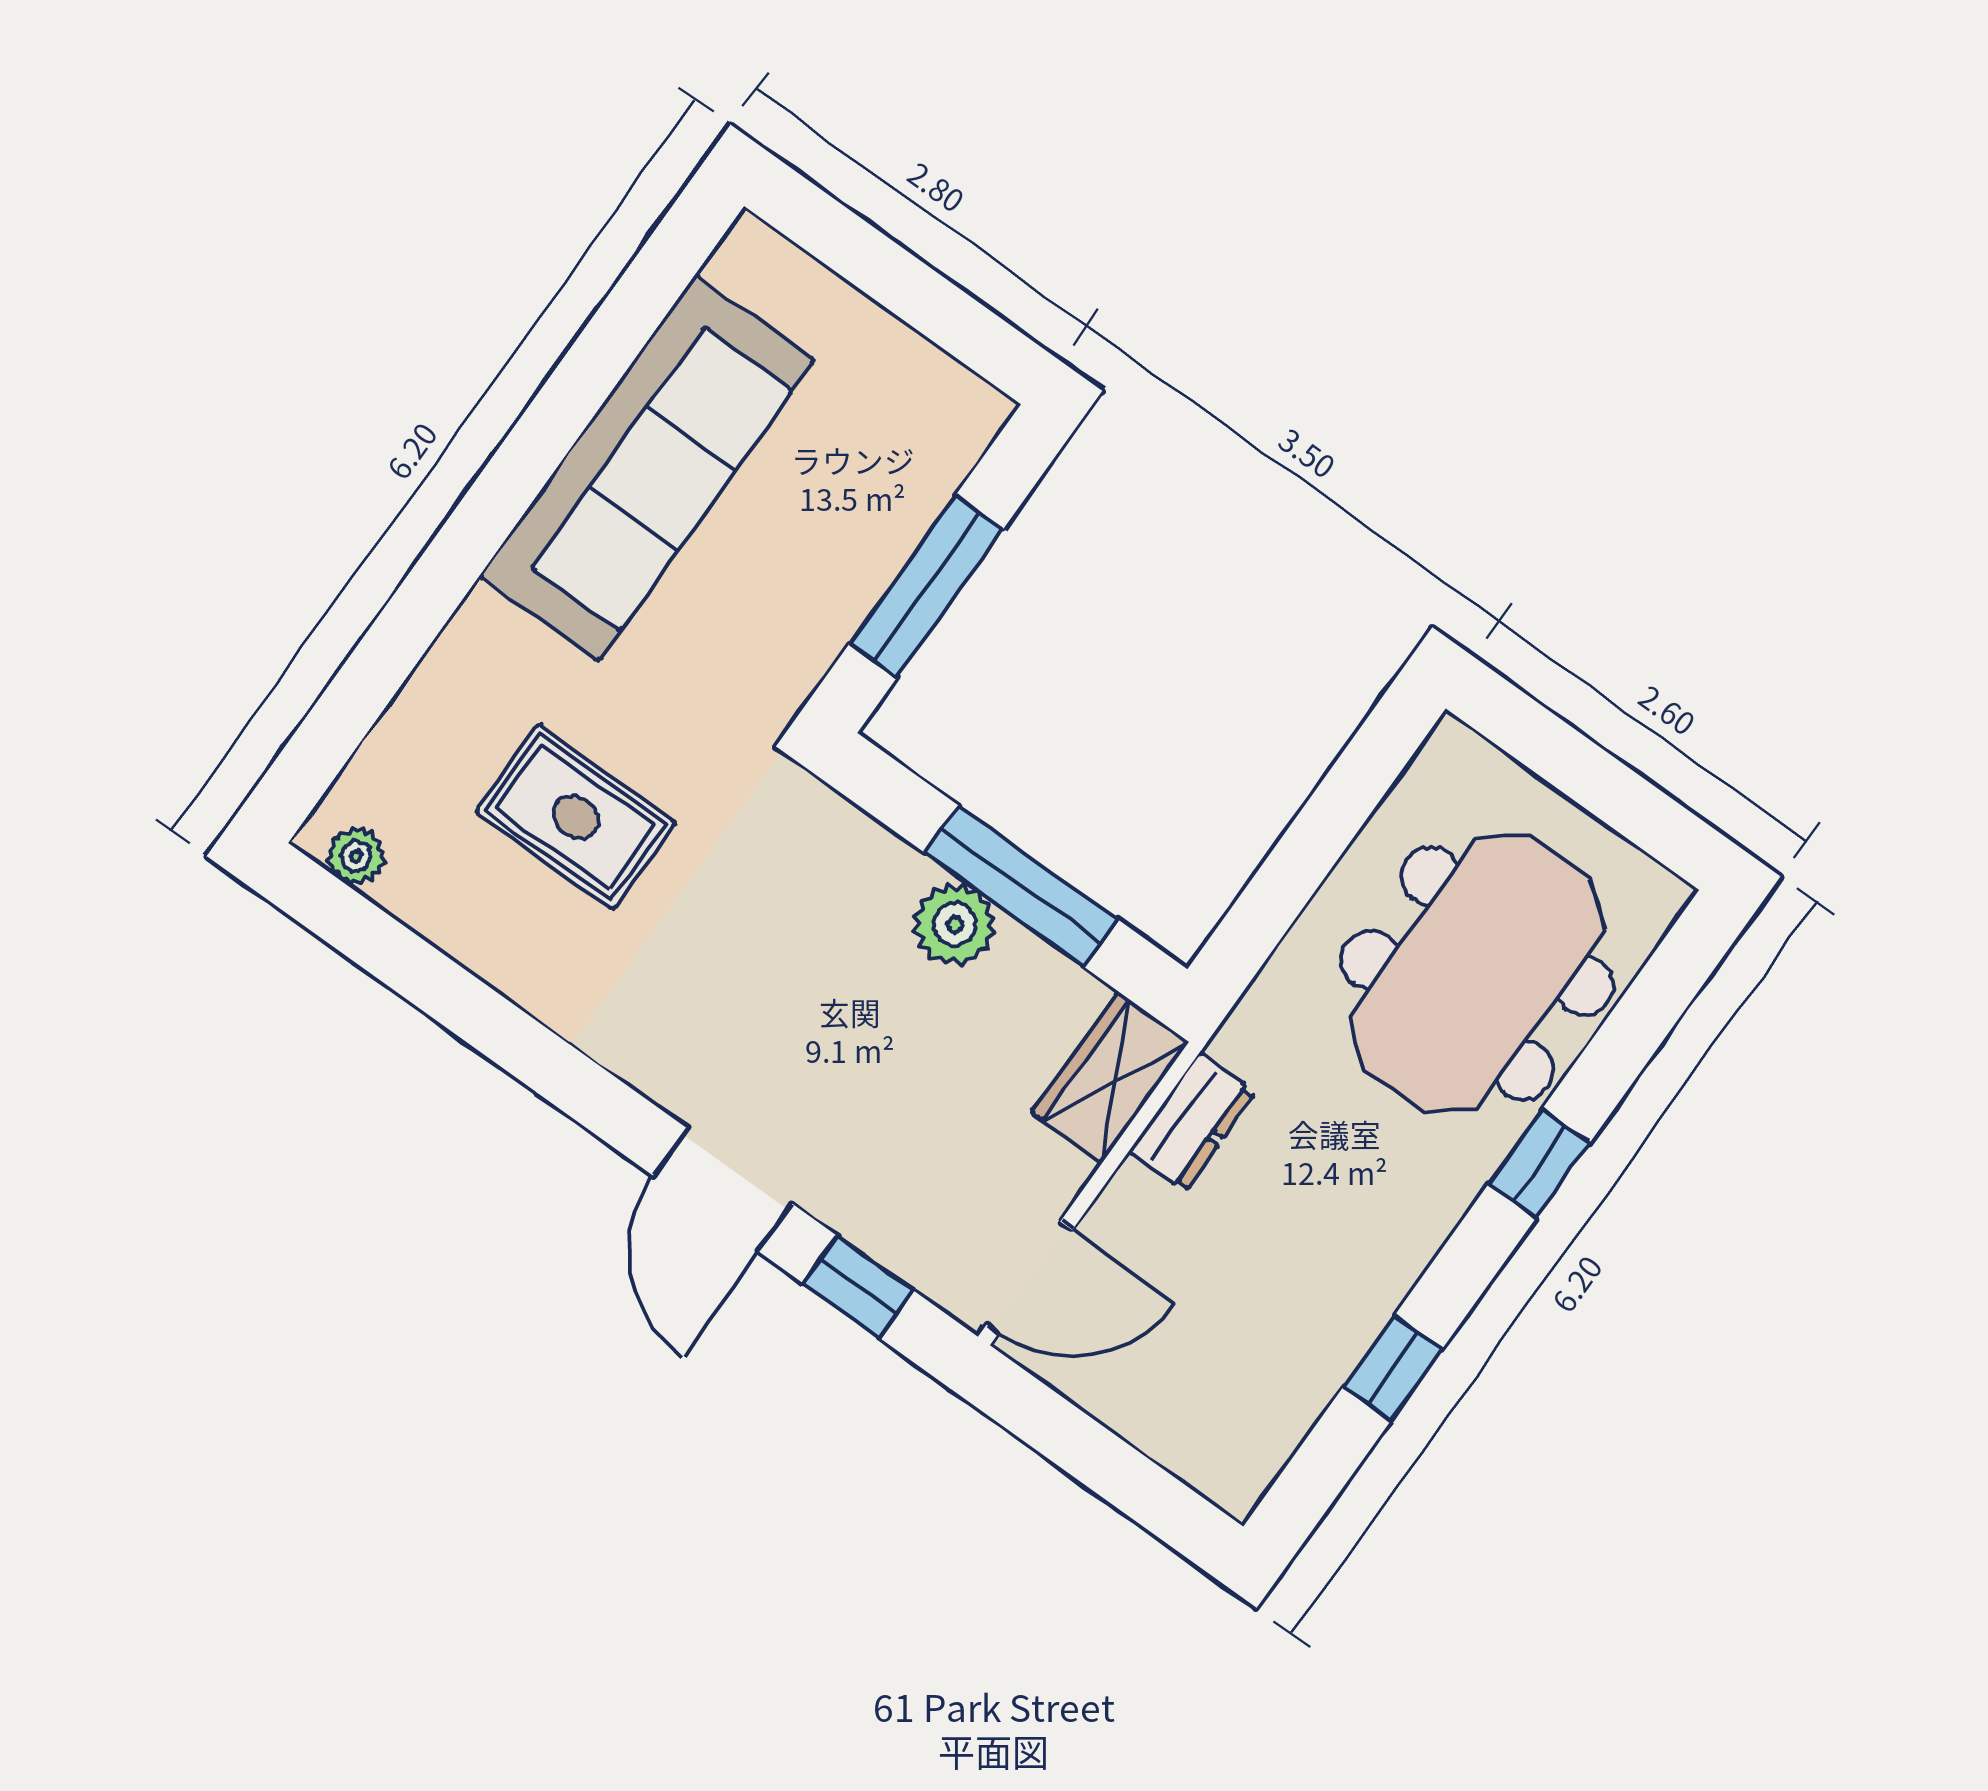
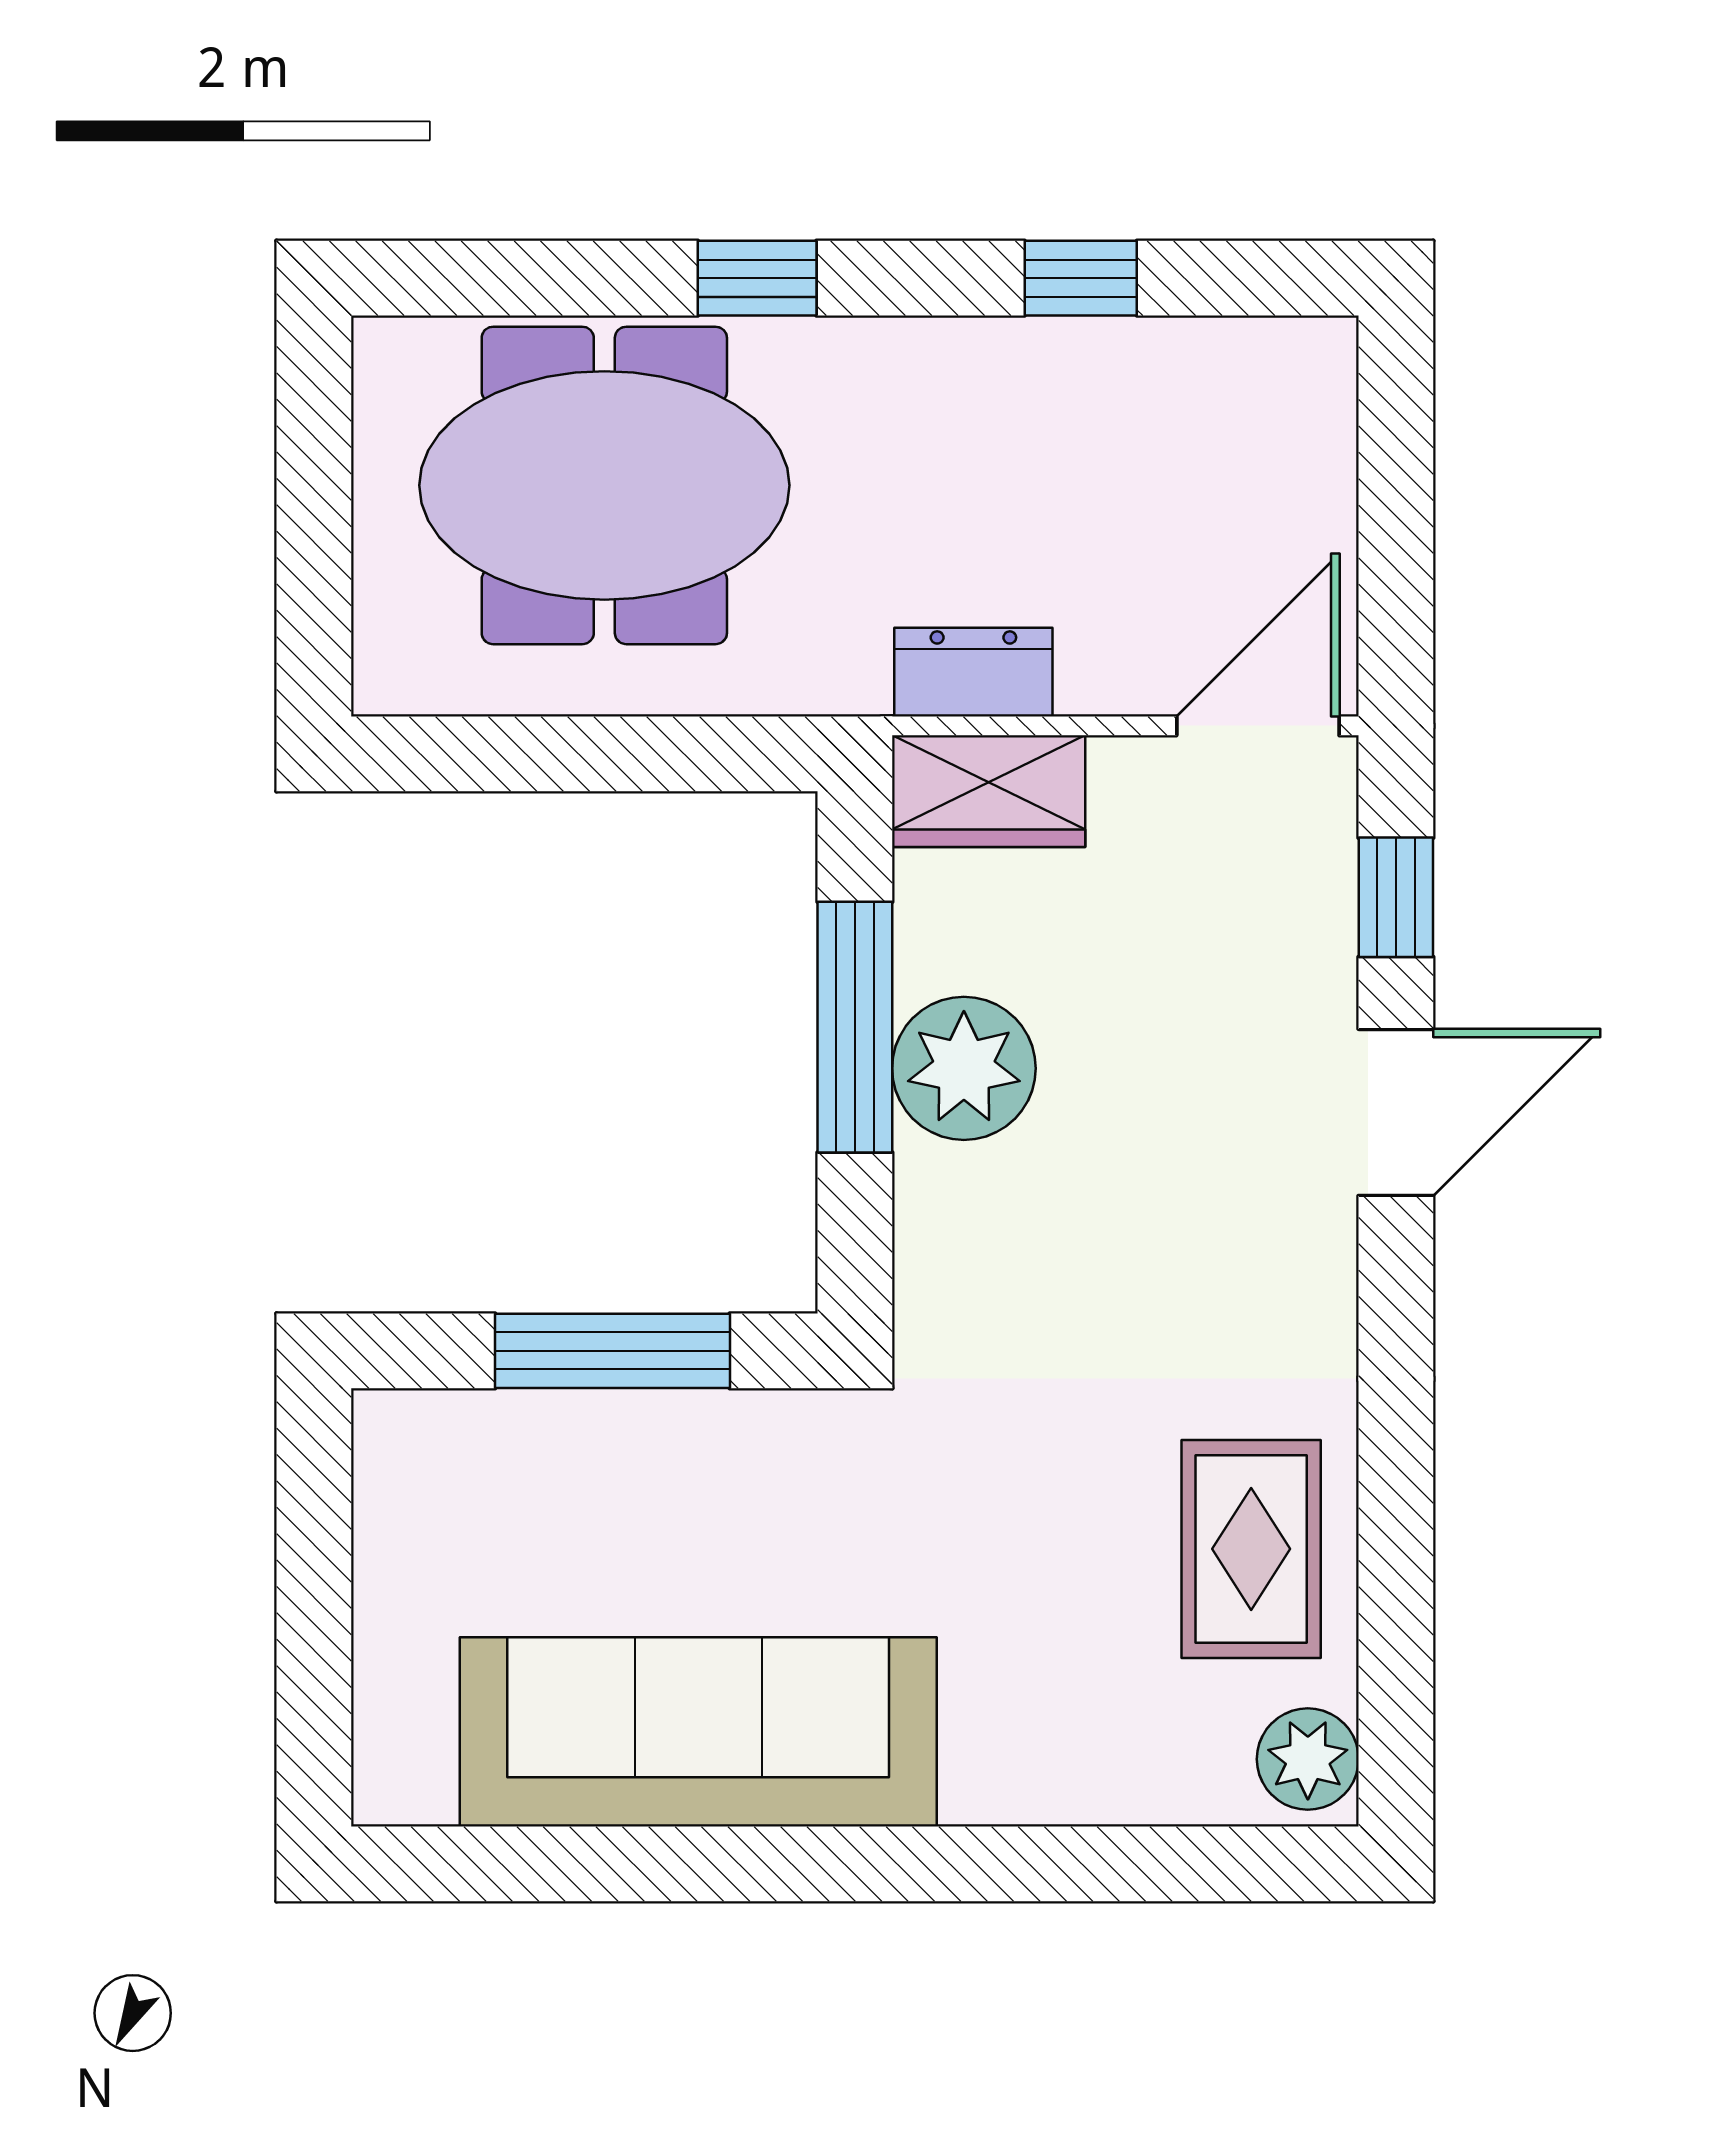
rug: (575, 817) -> (1251, 1549), moved
plant: (356, 856) -> (1308, 1759), width x1.38, depth x1.38
plant: (955, 924) -> (964, 1068), width x1.36, depth x1.36
door: (1029, 1277) -> (1258, 726), hinge flipped

